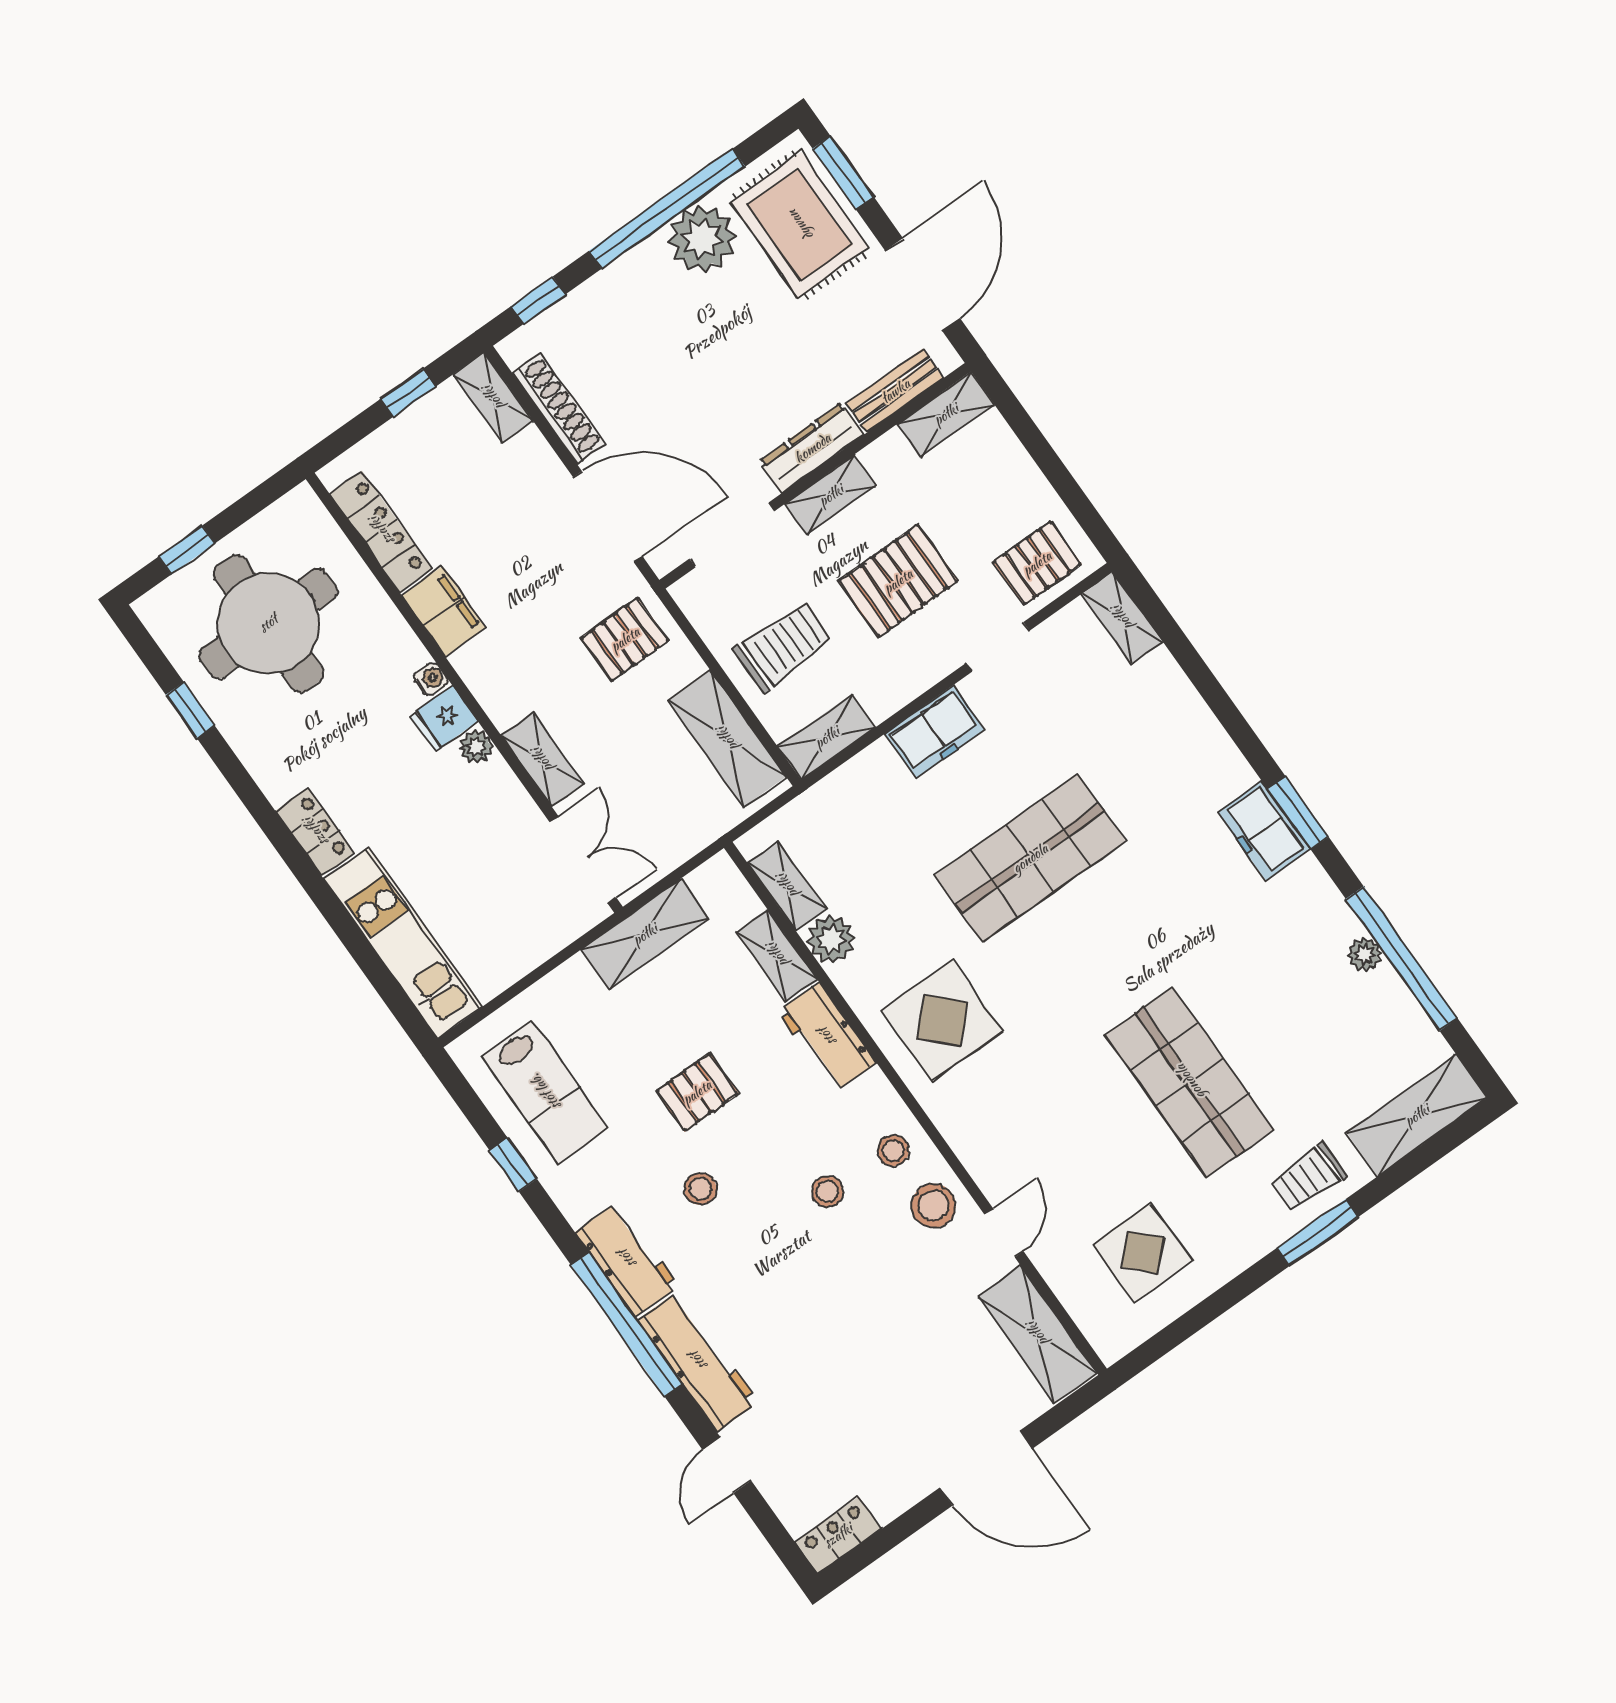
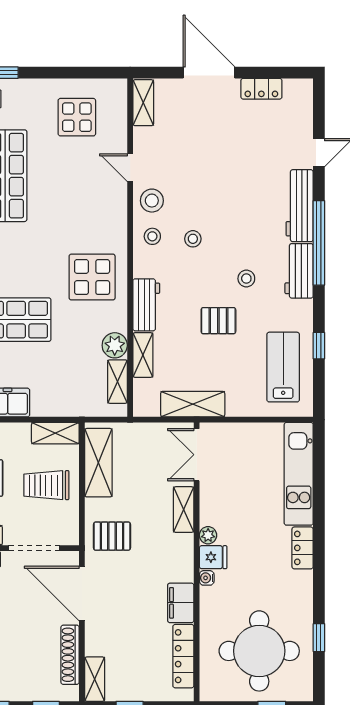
door: (1004, 1233) -> (130, 168), hinge flipped
shelving: (1037, 1334) -> (143, 103), width x0.67, depth x0.75
locker: (838, 1535) -> (261, 89), moved

